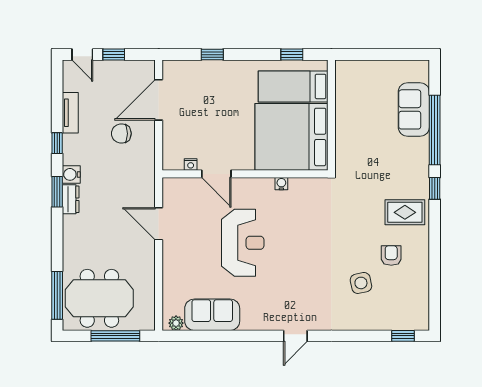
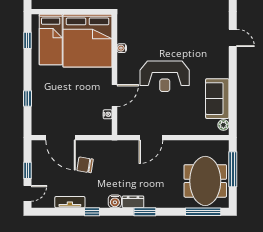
chair: (121, 134) -> (85, 165), turned 99
window: (57, 192) -> (145, 212), moved
reception desk: (243, 243) -> (165, 76), turned 180

